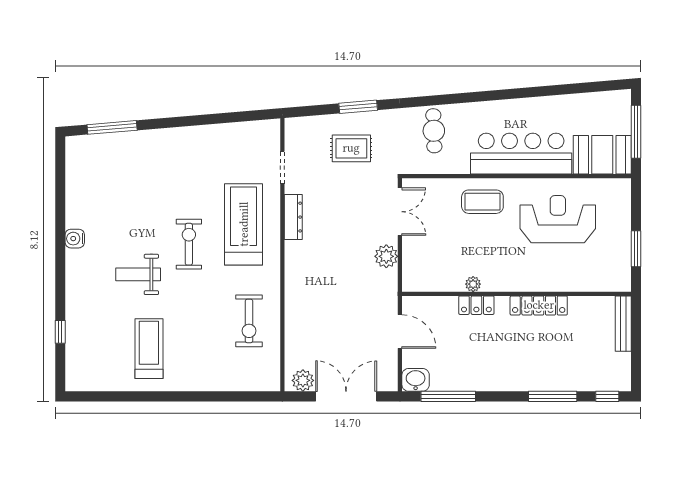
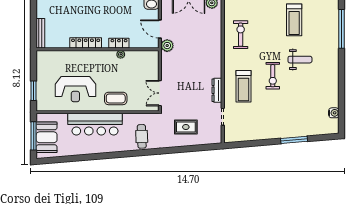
window: (358, 107) -> (182, 149), removed
window: (112, 127) -> (294, 140), moved
booth: (602, 155) -> (47, 137), moved, turned 90
treadmill: (244, 224) -> (244, 86), width x0.73, depth x0.73
water cooler: (75, 239) -> (334, 113), moved
window: (636, 249) -> (34, 91), moved
plant: (386, 256) -> (167, 46), moved
window: (60, 332) -> (342, 29), width x3.17

